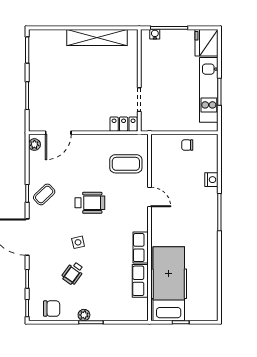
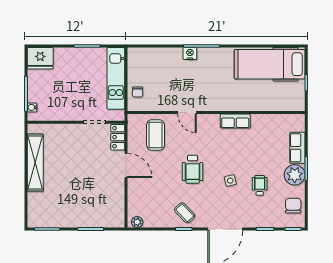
kitchen unit: (209, 90) -> (116, 78), moved, turned 90
door: (58, 133) -> (126, 165), moved
chair: (187, 145) -> (138, 92), moved
nightstand: (211, 180) -> (190, 53), moved
door: (149, 197) -> (187, 113), swing flipped
wheelchair: (90, 203) -> (193, 169), turned 180
wheelchair: (73, 273) -> (260, 185), turned -126
row of seats: (140, 281) -> (297, 148), moved, turned 90
hospital bed: (169, 284) -> (270, 64), moved
plant: (84, 315) -> (295, 175), width x1.88, depth x1.88

